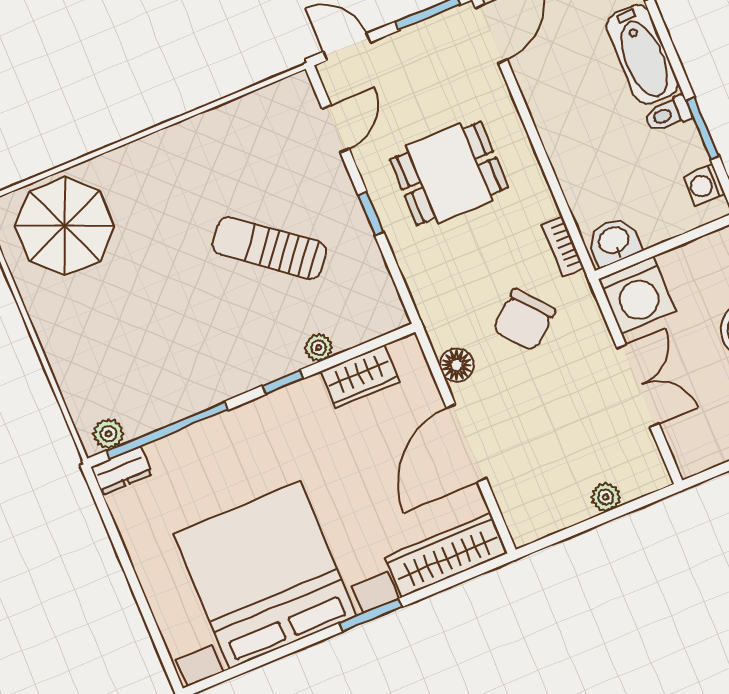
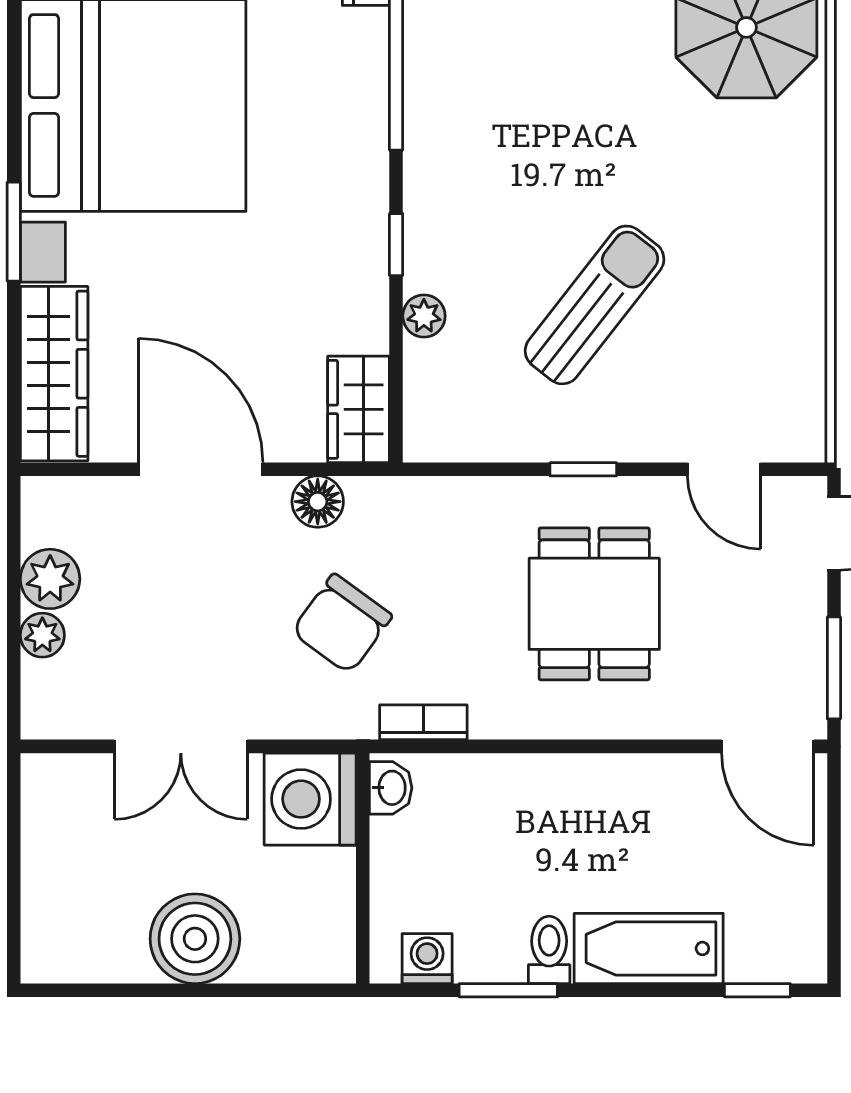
washbasin: (614, 241) -> (391, 788), width x0.72, depth x0.69
chair: (524, 320) -> (342, 624), turned -104
wardrobe: (360, 376) -> (359, 409), moved
plant: (570, 506) -> (50, 579), added

